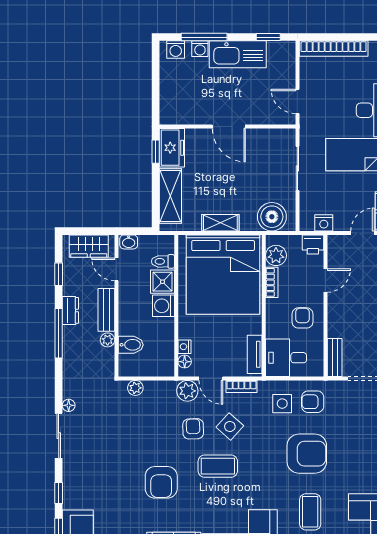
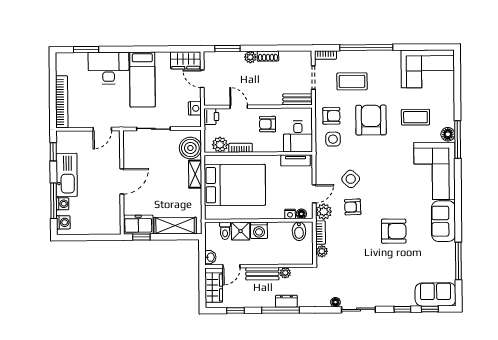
shelving: (220, 223) -> (195, 174), moved
bed: (223, 275) -> (235, 185), width x0.73
dresser: (70, 310) -> (286, 301), moved
bidet: (131, 345) -> (299, 231), moved, turned 180
bookcase: (241, 386) -> (321, 233), moved
armchair: (313, 402) -> (331, 116), turned -90
coffee table: (218, 466) -> (352, 81), moved, turned 90

